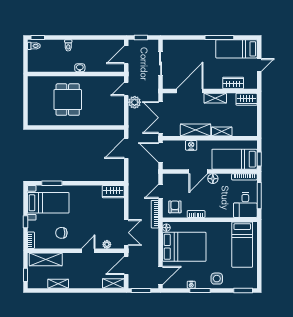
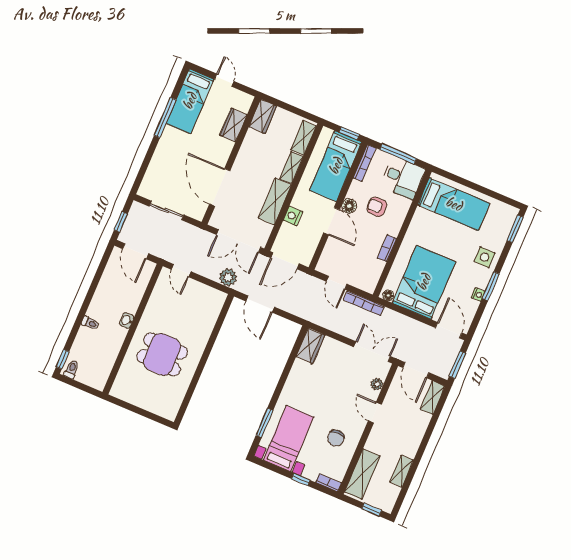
shelving: (215, 98) -> (304, 138), moved
plant: (135, 102) -> (228, 277), moved
armchair: (175, 207) -> (377, 207), moved

